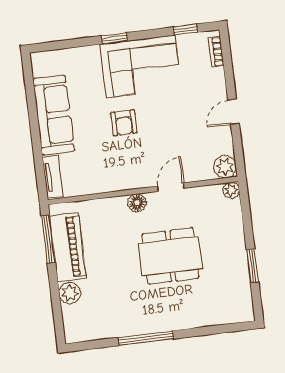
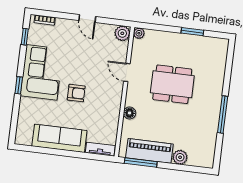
floor lamp: (137, 203) -> (130, 113), moved
dining table: (171, 256) -> (172, 84), turned 90

